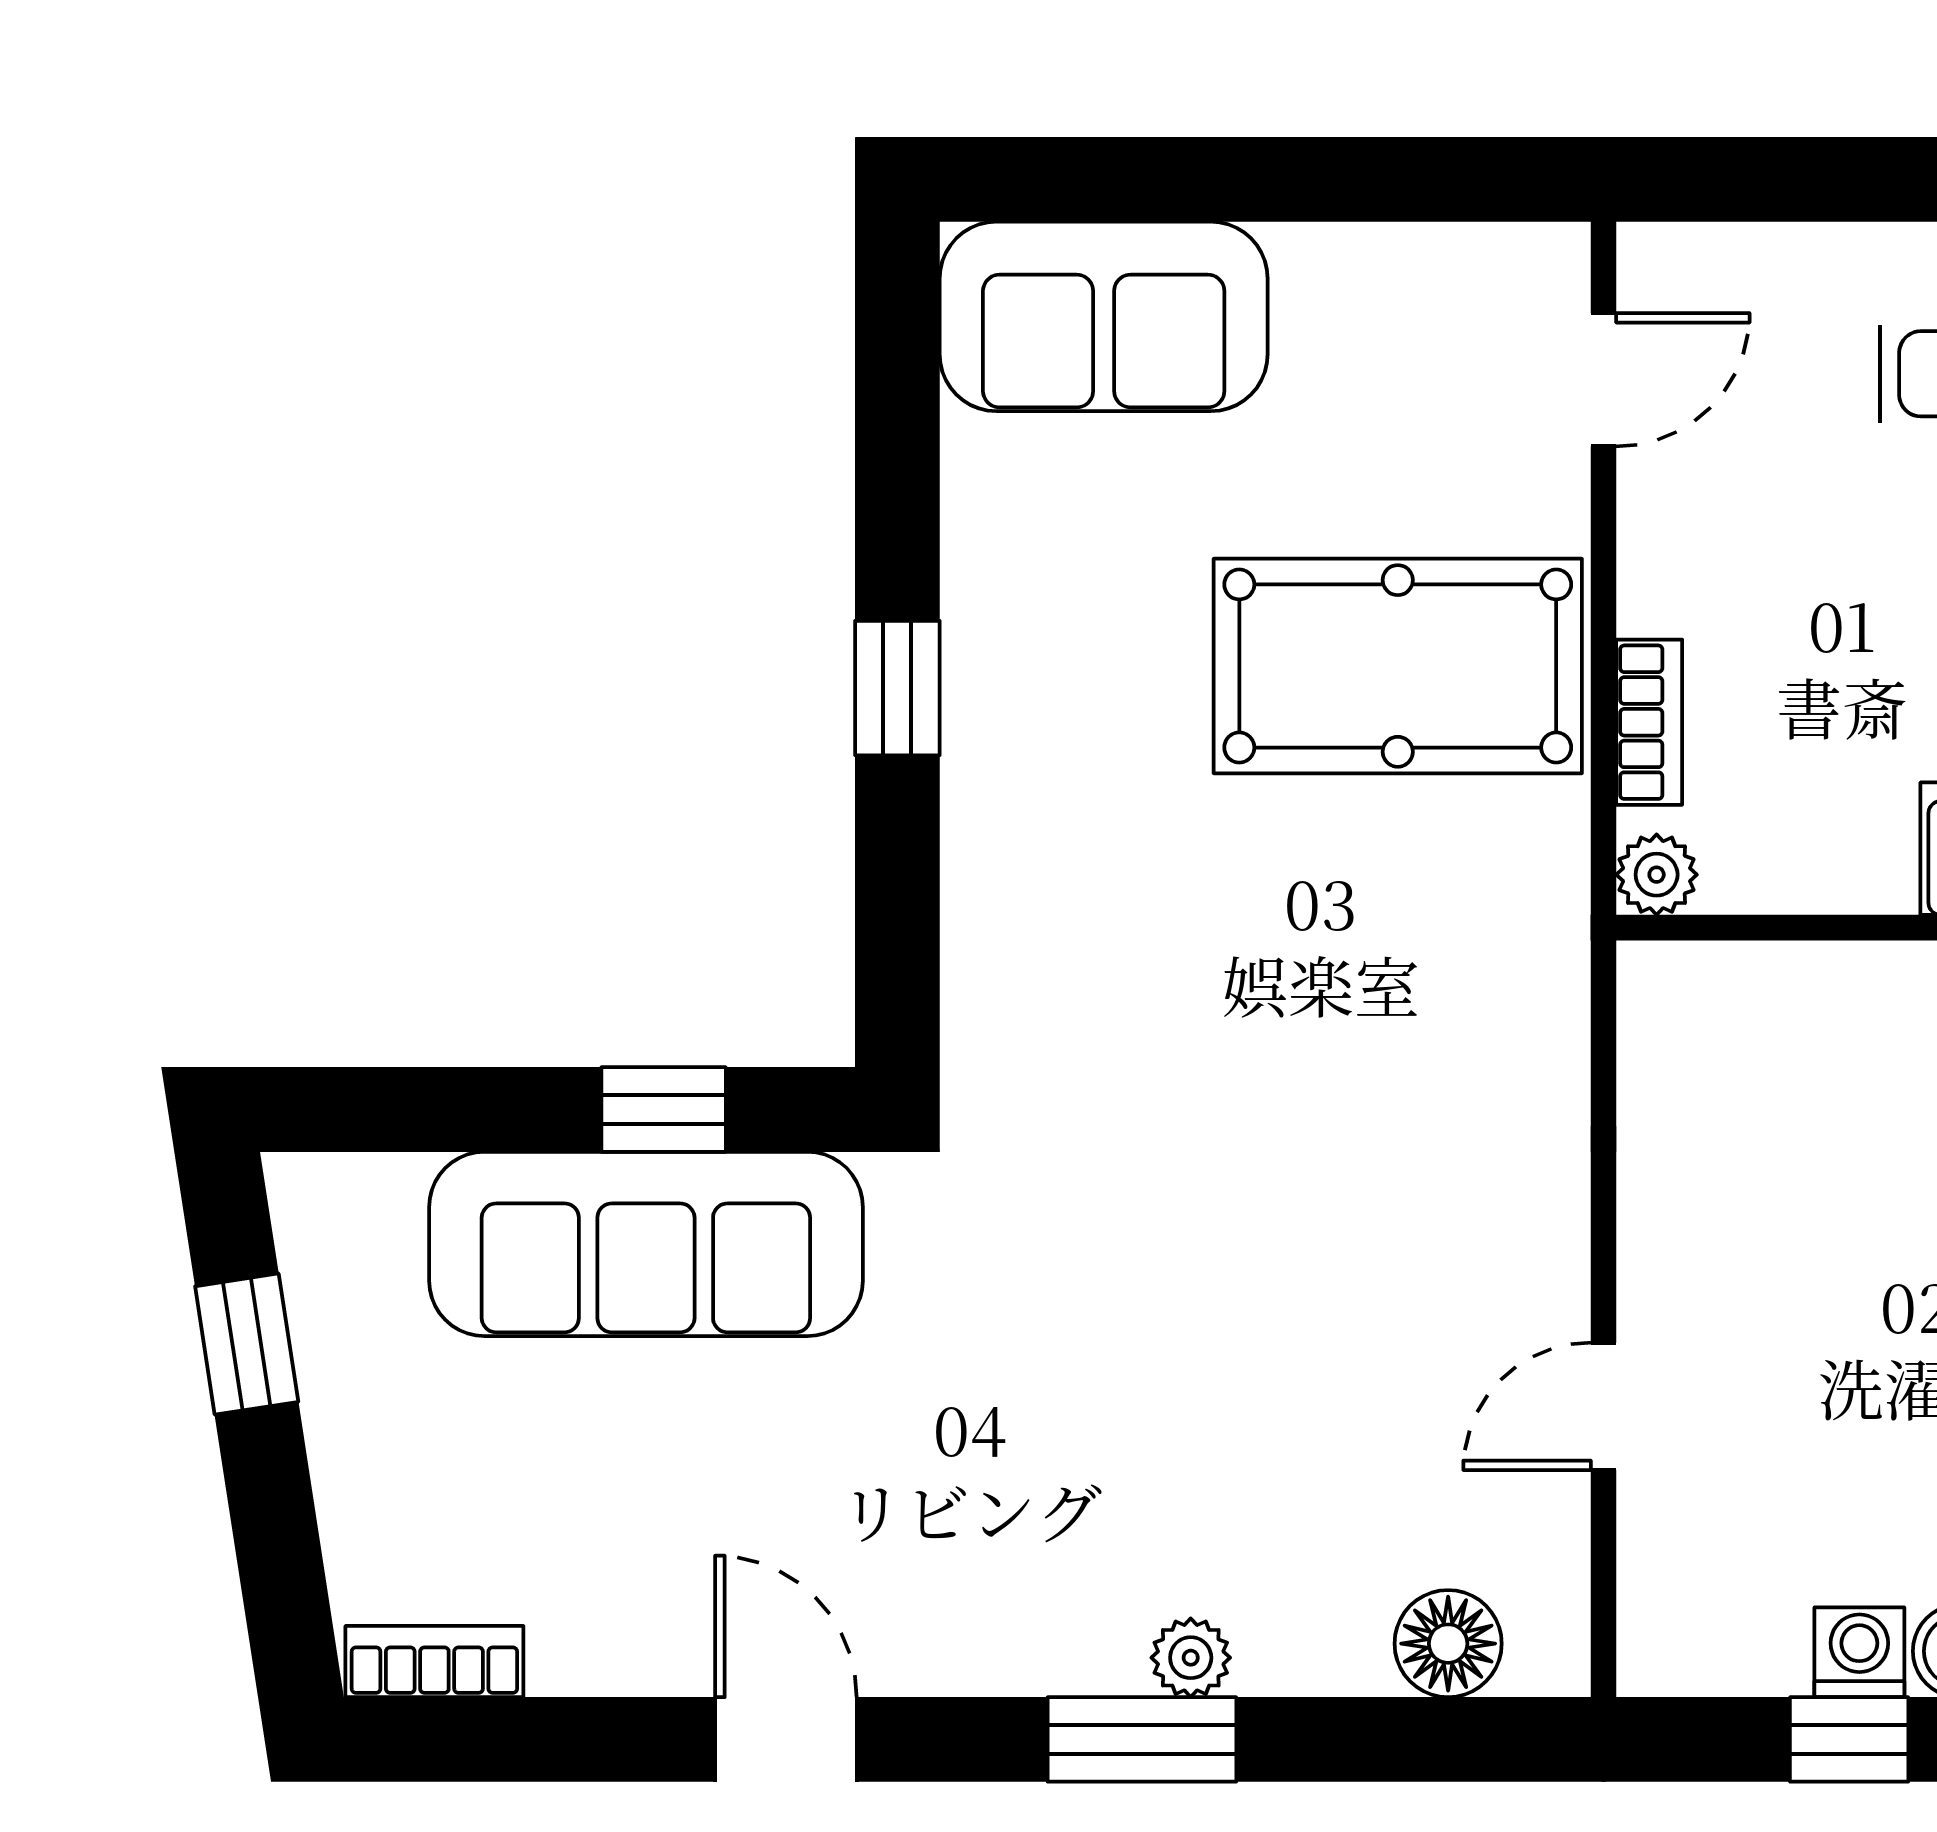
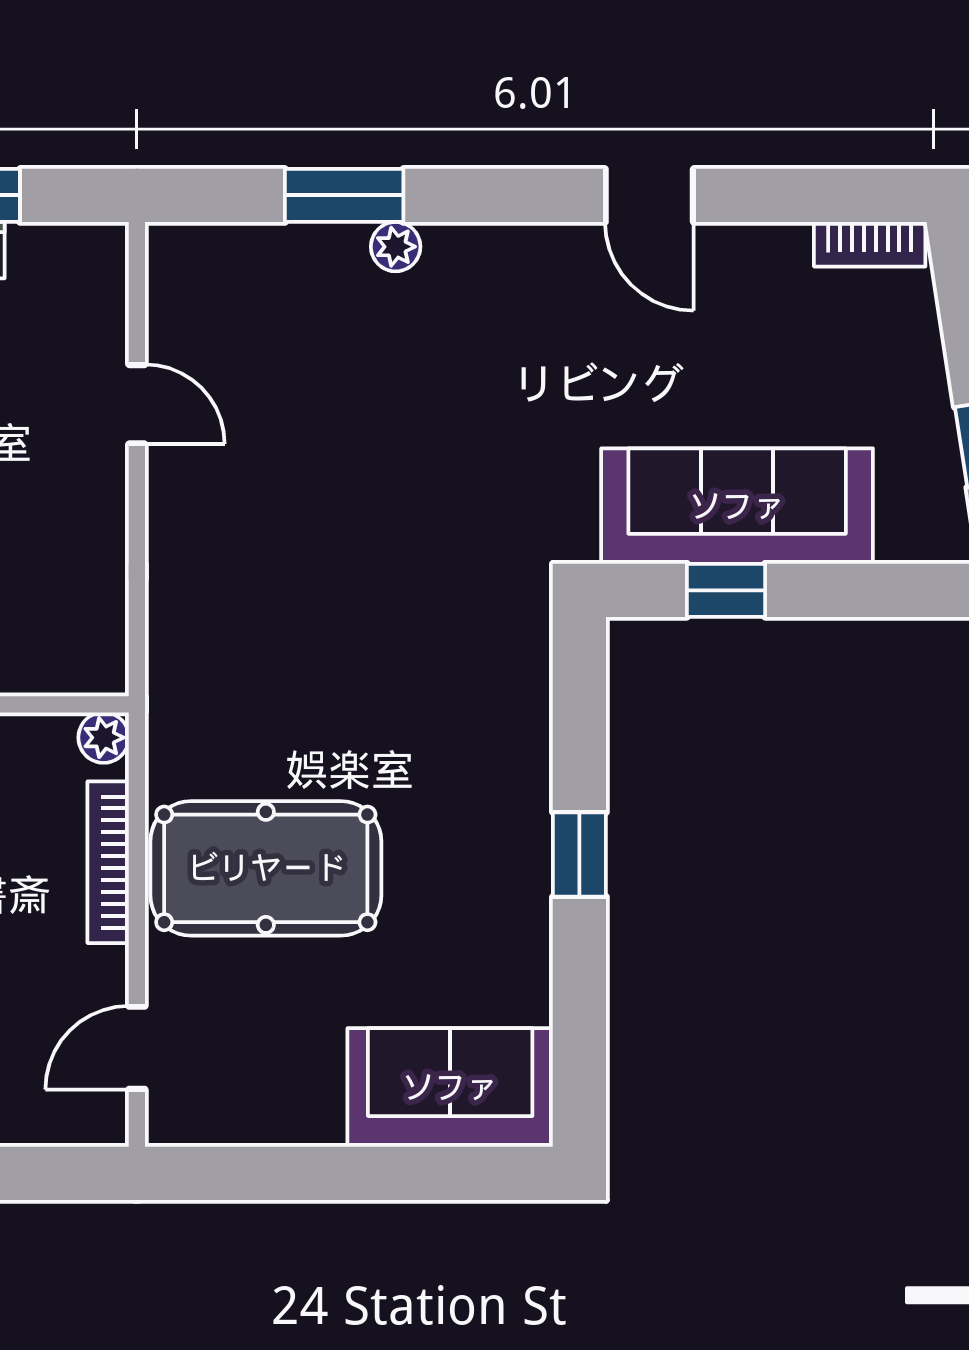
bookcase: (1649, 722) -> (108, 862), width x1.56
door: (1603, 1406) -> (137, 404), hinge flipped
floor lamp: (1448, 1644) -> (234, 256), removed
window: (1142, 1739) -> (344, 195), moved

